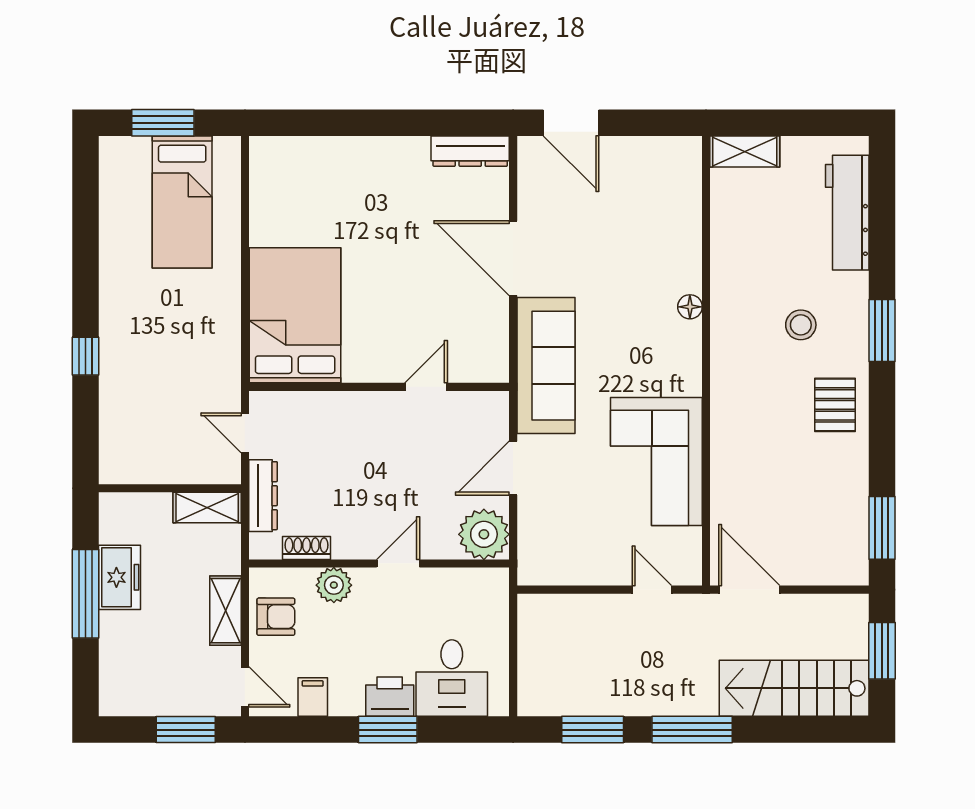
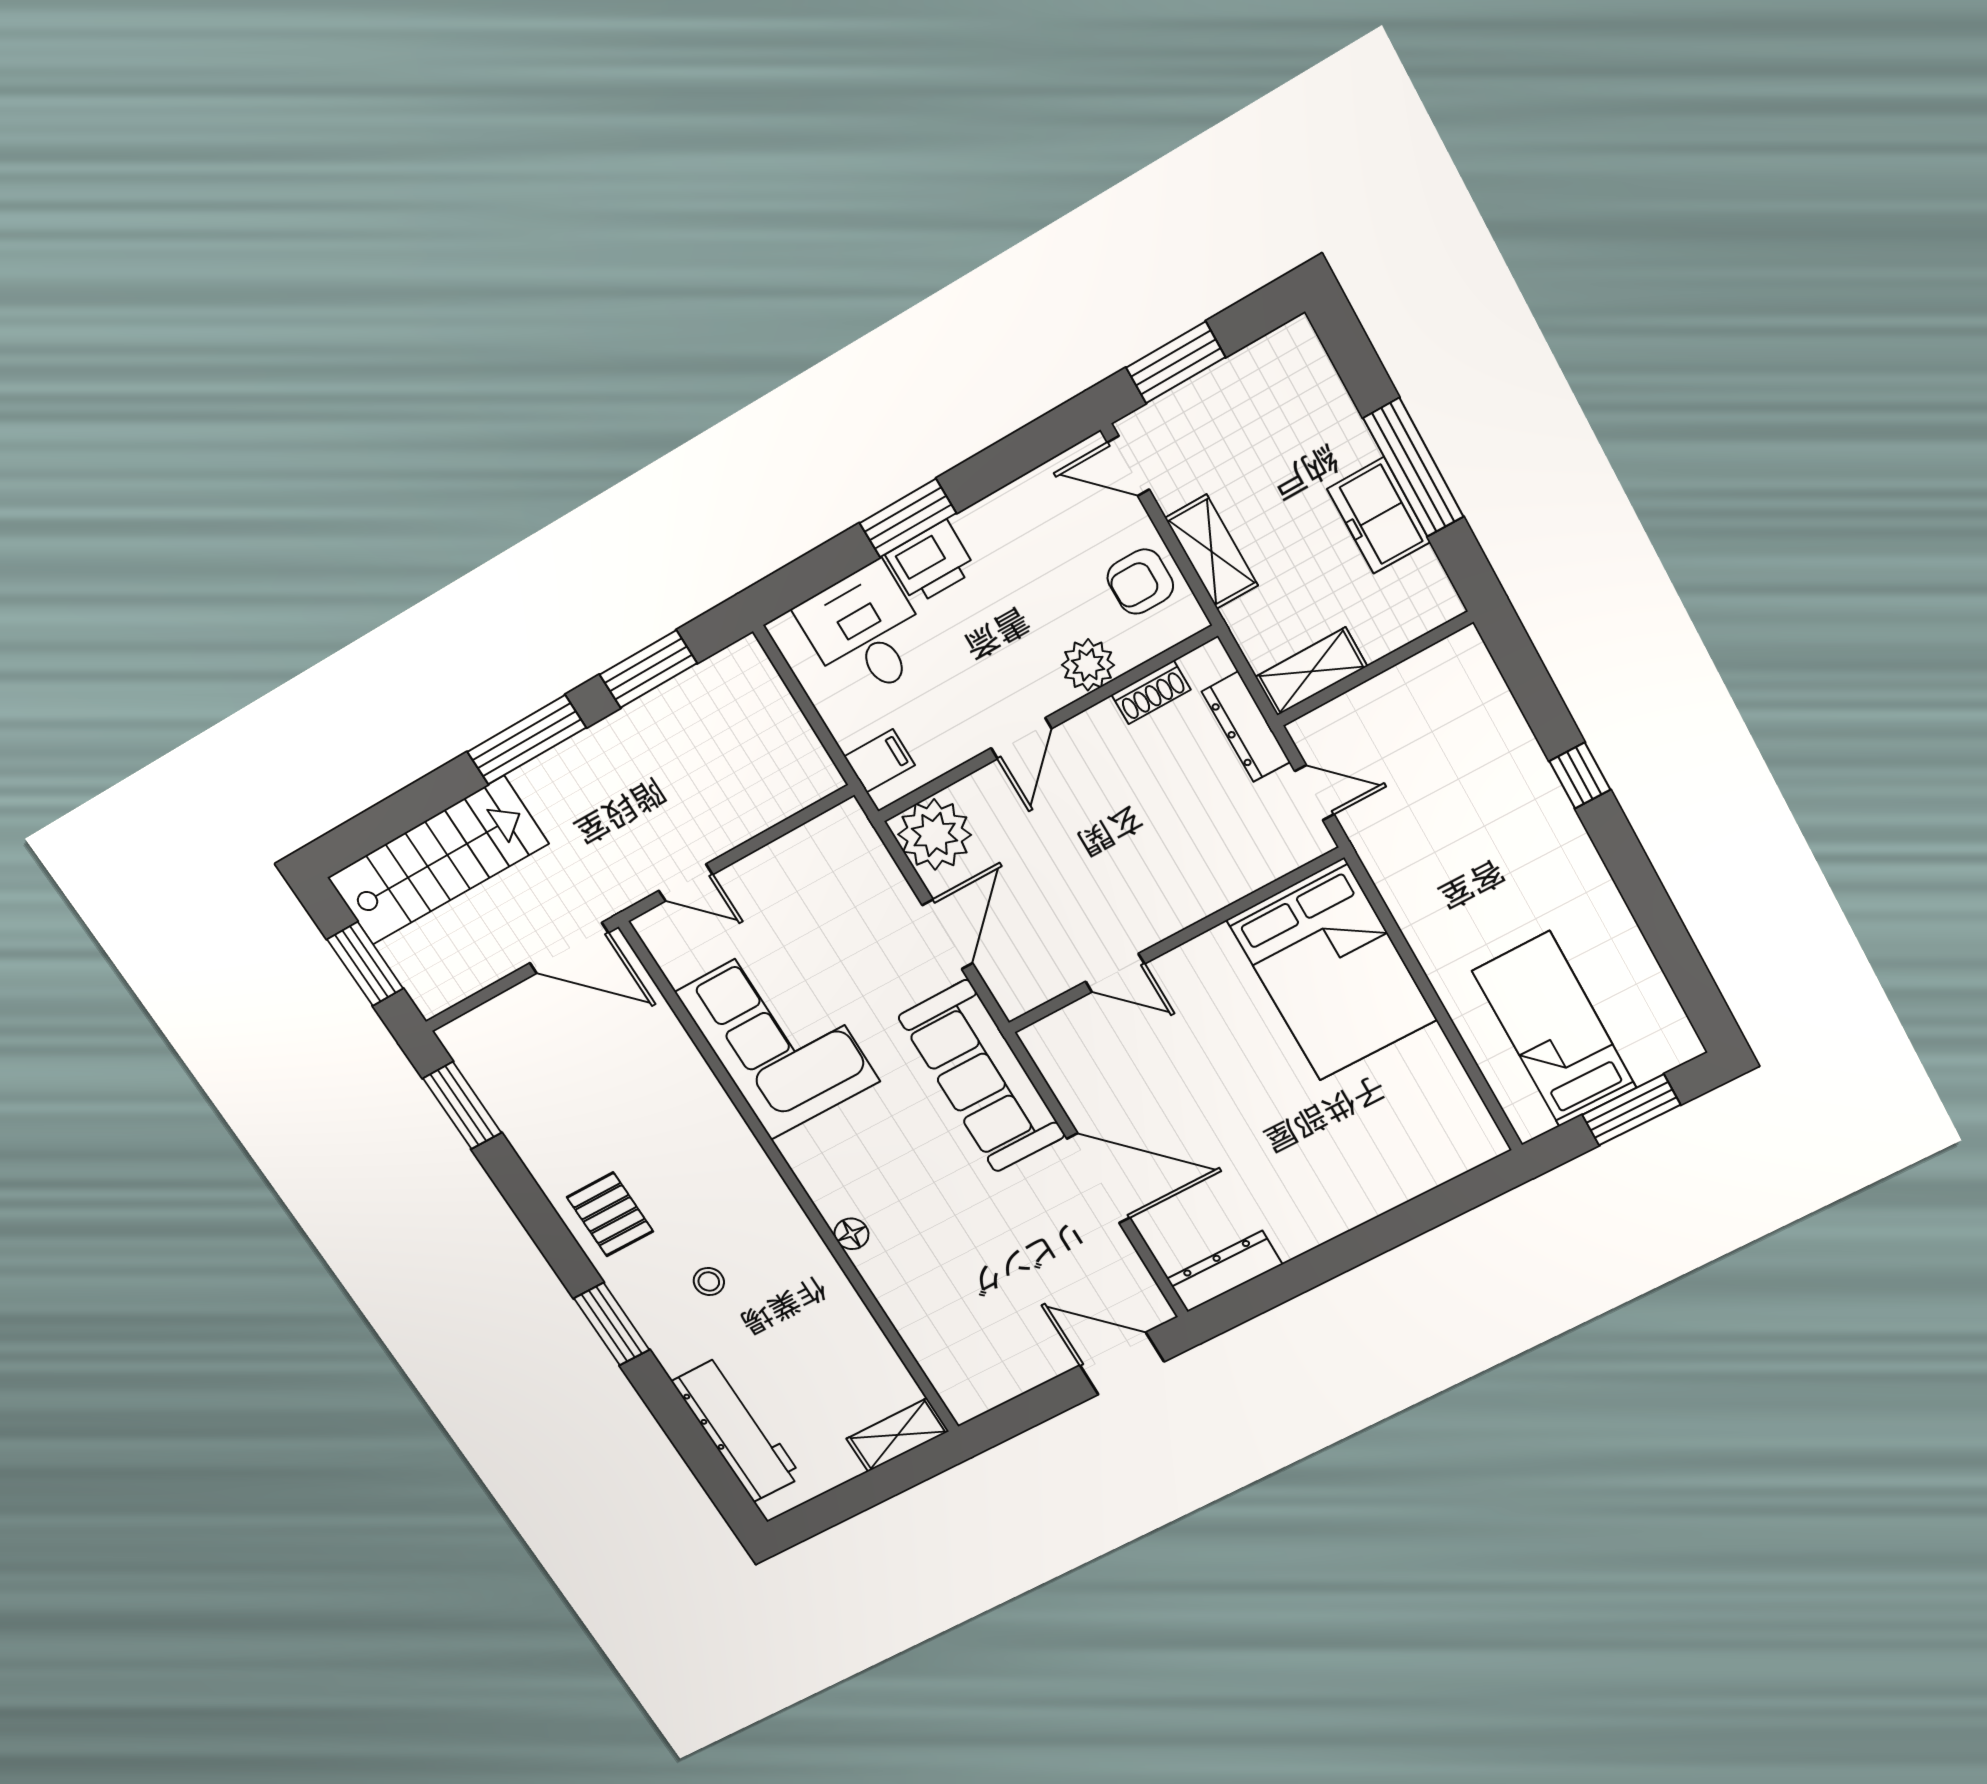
stool: (801, 325) -> (709, 1282), width x0.73, depth x0.73
door: (426, 387) -> (1115, 973), hinge flipped
filing cabinet: (313, 697) -> (880, 761), moved, turned -90

